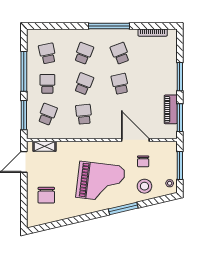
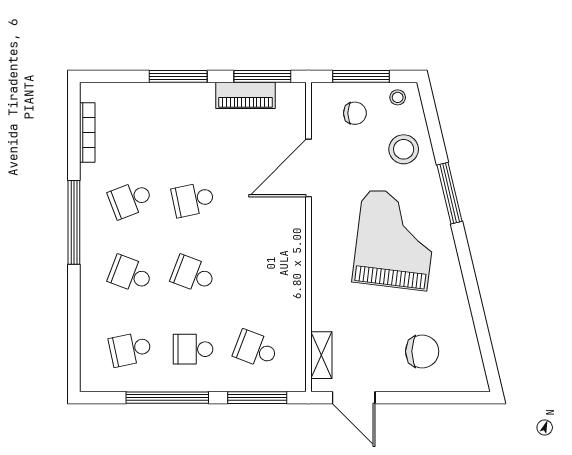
school desk: (84, 114) -> (256, 274), removed
chair: (143, 161) -> (355, 113), moved

